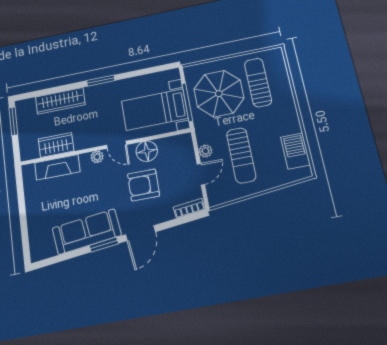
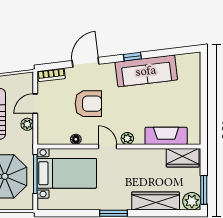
plant: (24, 108) -> (192, 201), added
wardrobe: (56, 145) -> (183, 158), moved
floor lamp: (147, 151) -> (76, 139), width x0.53, depth x0.53
door: (140, 233) -> (85, 62), moved
window: (104, 245) -> (132, 57), width x0.67

